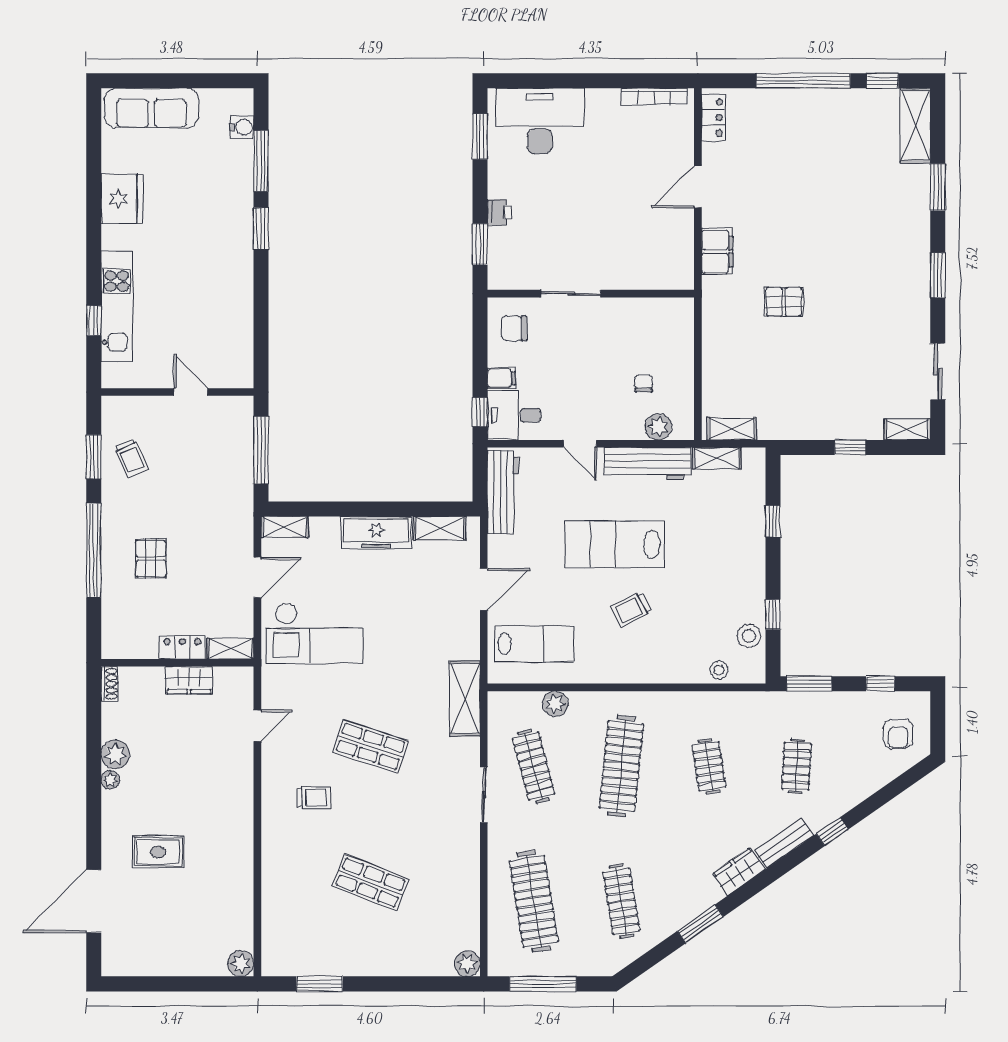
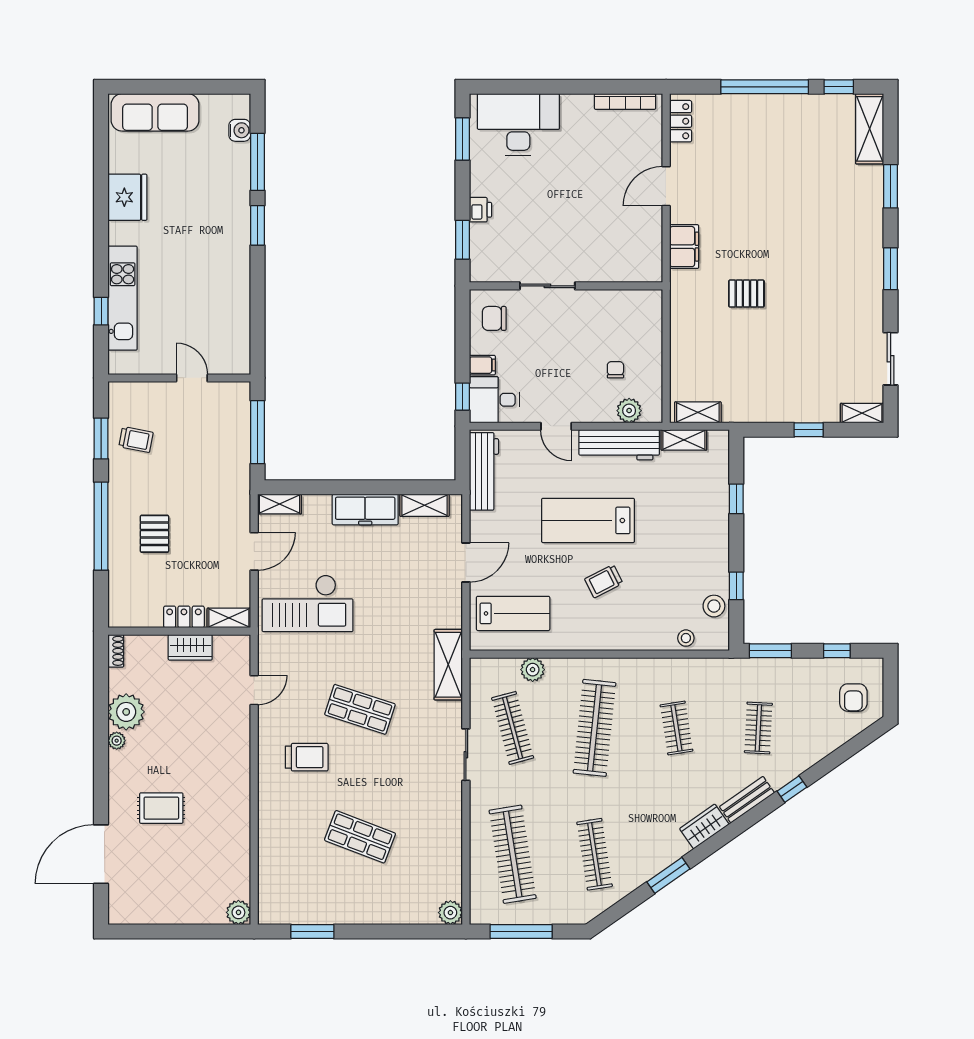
trolley: (131, 458) -> (136, 440), turned -55
plant: (115, 754) -> (126, 712), width x1.36, depth x1.36
trolley: (314, 797) -> (307, 757), width x1.36, depth x1.39

